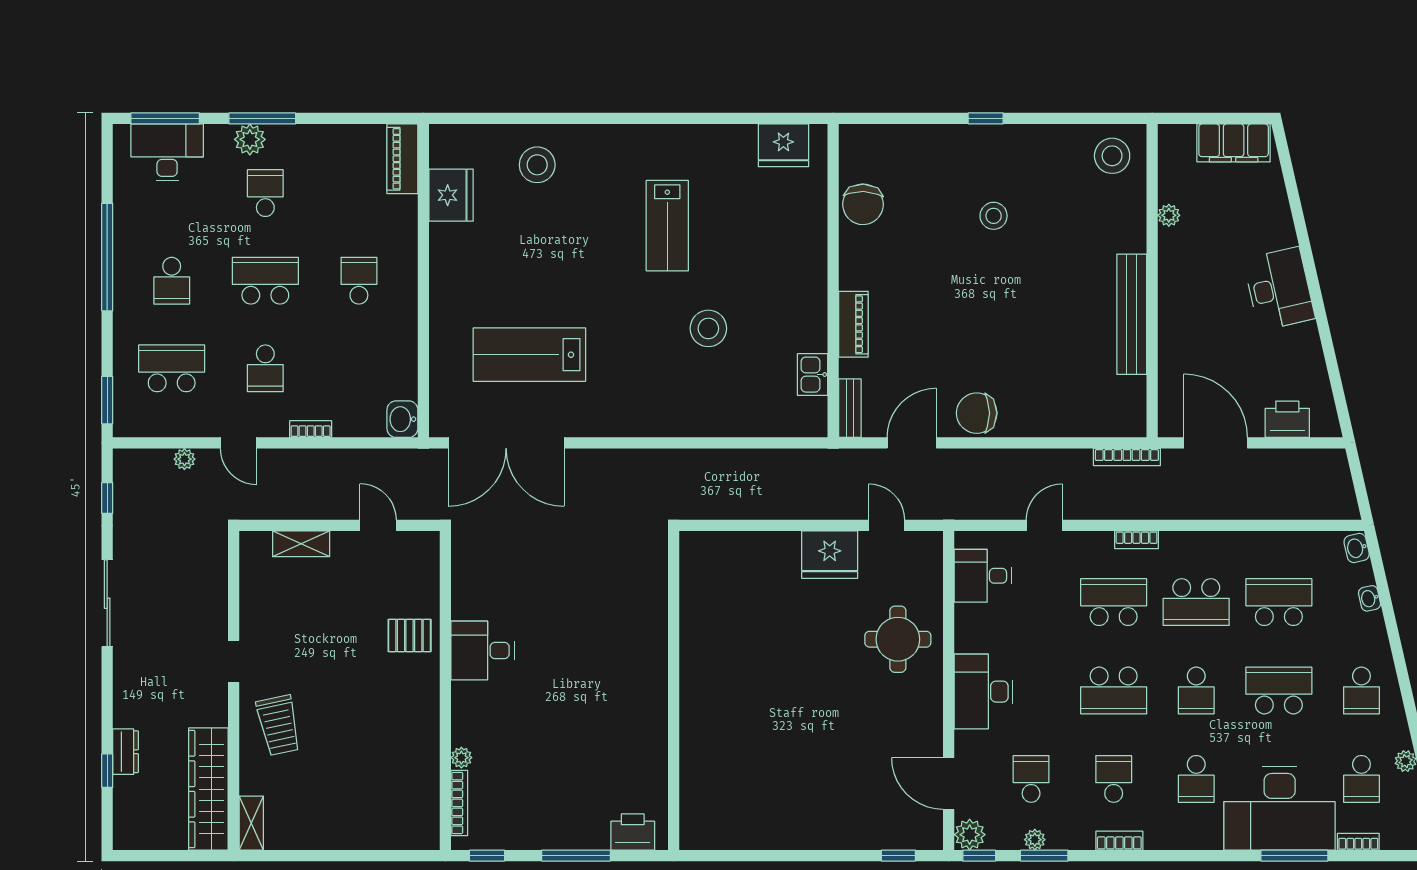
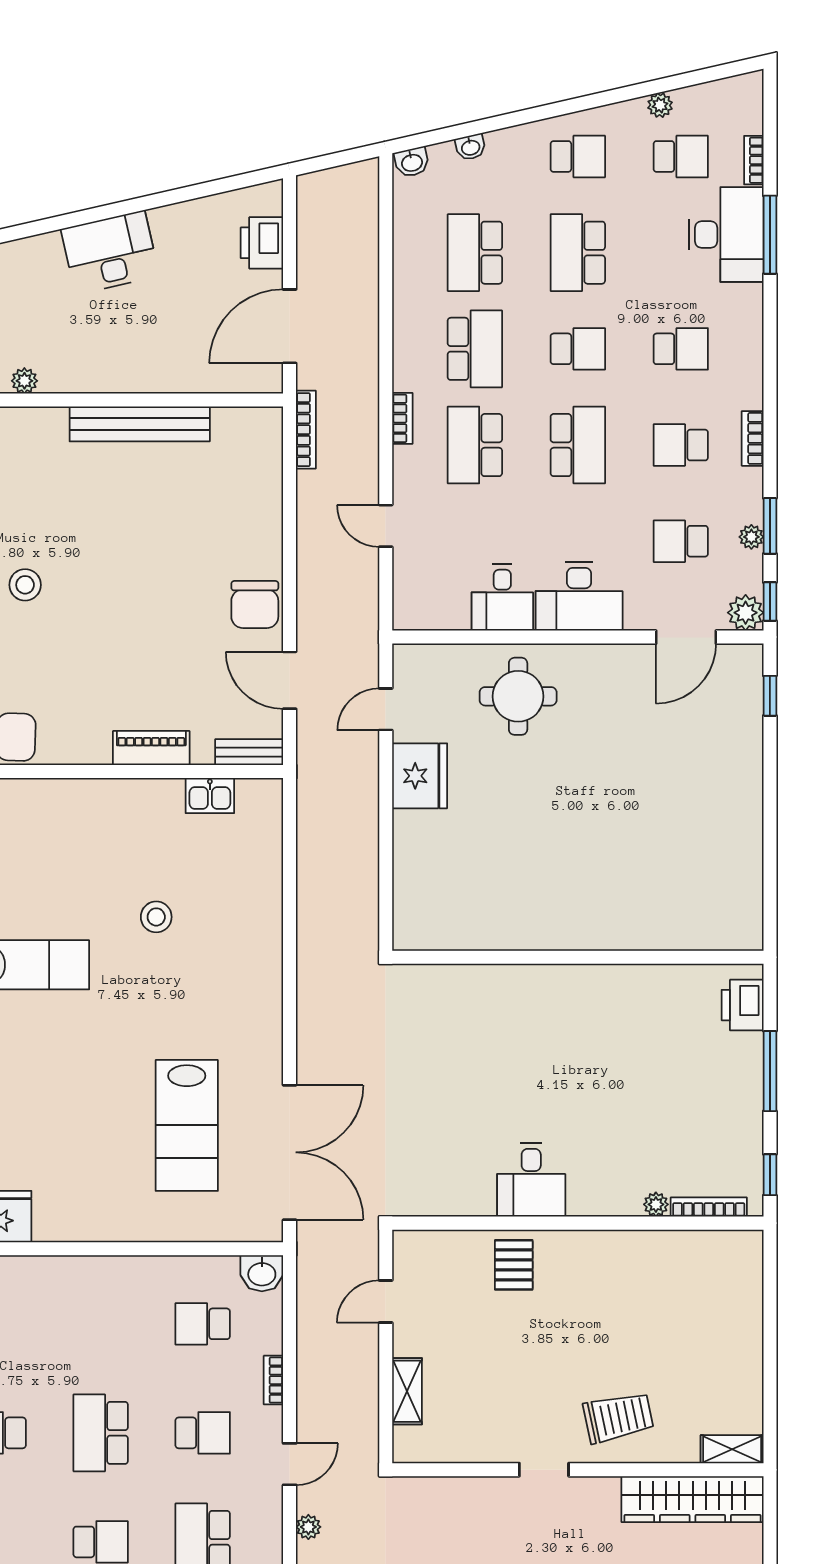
school desk: (359, 281) -> (203, 1324), moved
stool: (708, 328) -> (156, 917), width x0.73, depth x0.73
desk: (983, 576) -> (502, 598), moved
desk: (1280, 808) -> (726, 235), width x0.73, depth x0.77

